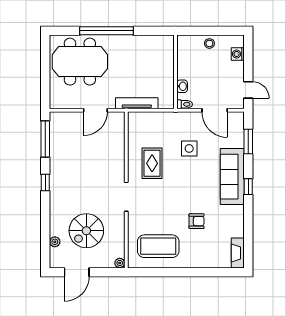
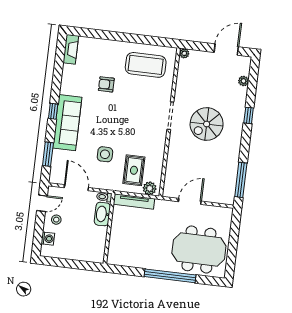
stool: (209, 43) -> (56, 220), moved
washbasin: (182, 86) -> (102, 214), width x1.91, depth x1.45
door: (248, 90) -> (42, 203), swing flipped
tv unit: (137, 103) -> (134, 201), moved
plant: (139, 119) -> (150, 188), added
rug: (152, 163) -> (134, 170), moved
window: (45, 182) -> (249, 115), moved
spiral stairs: (86, 231) -> (207, 124), moved, turned 180

